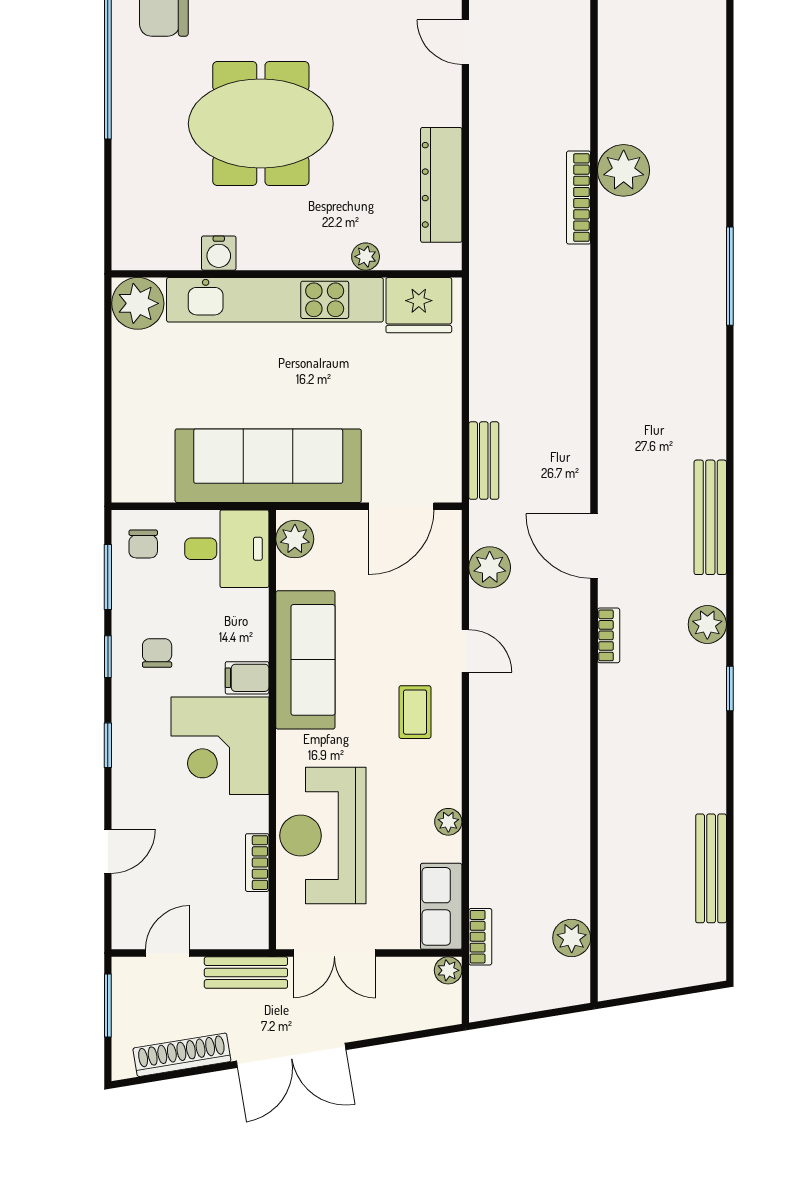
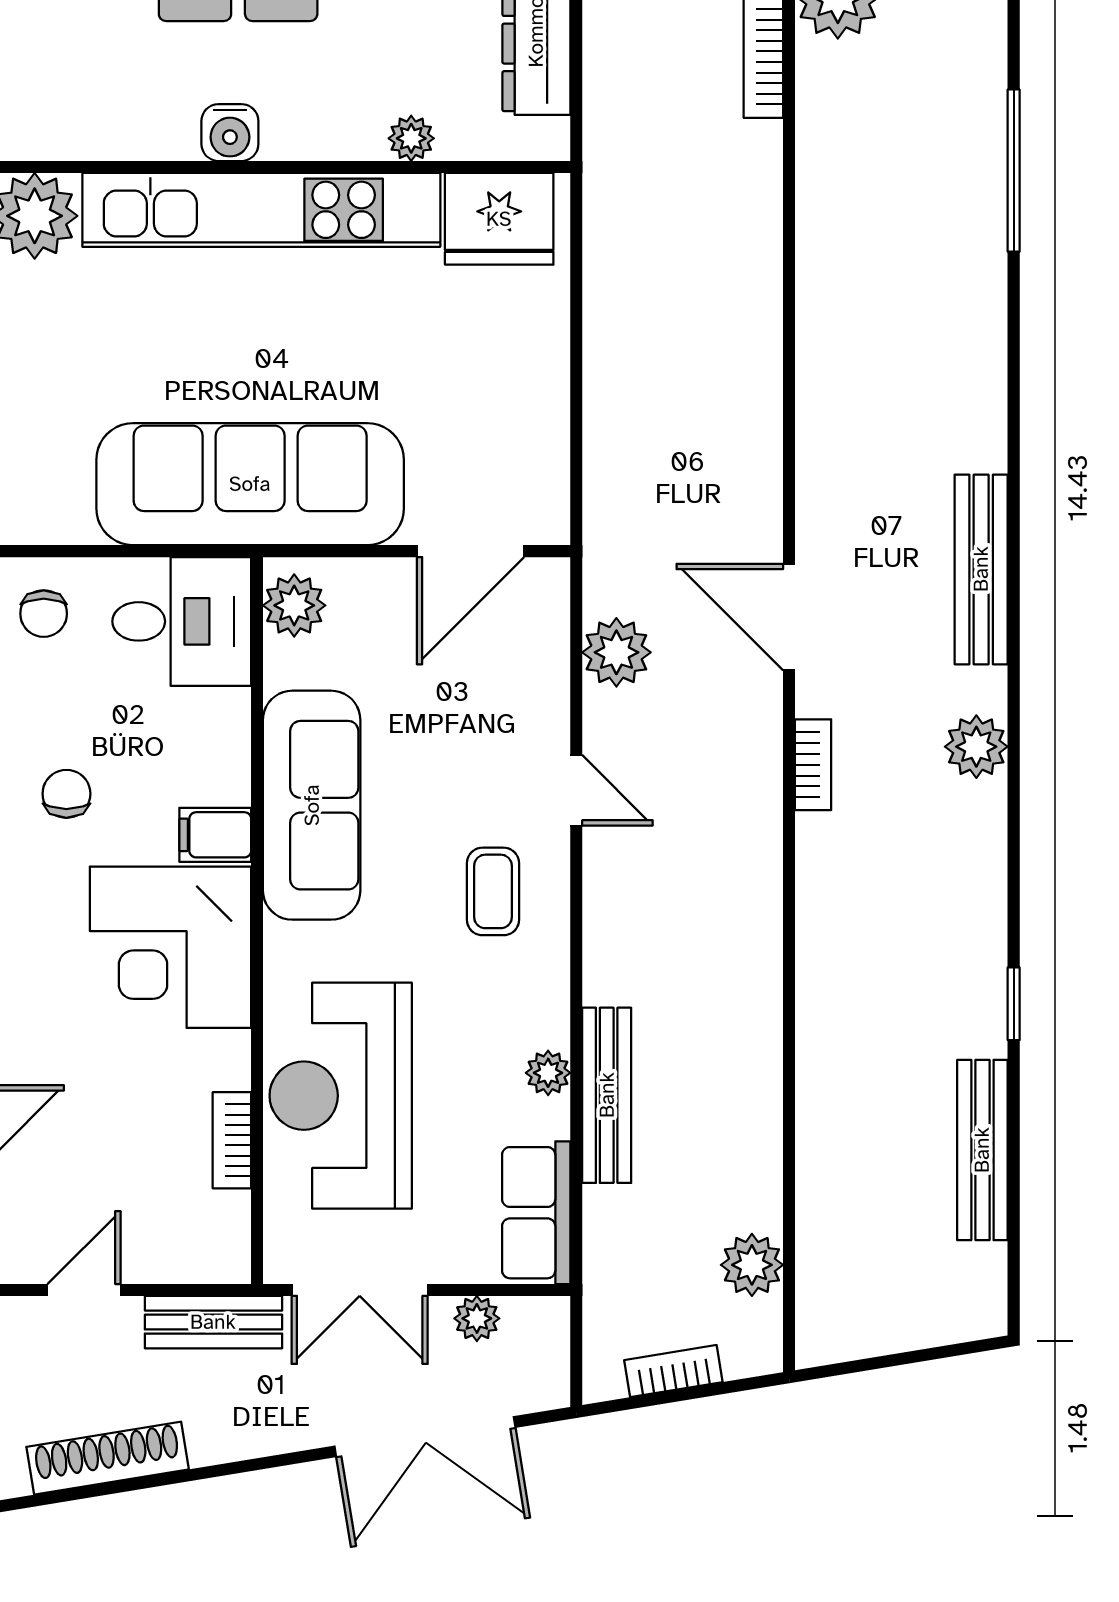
water cooler: (219, 253) -> (230, 133), moved
bench: (484, 461) -> (607, 1095), moved, width x1.36
window: (730, 688) -> (1014, 1004), moved
bookcase: (480, 937) -> (673, 1371), moved, turned -99
plant: (448, 970) -> (477, 1318), moved
double door: (291, 1055) -> (425, 1437), moved

